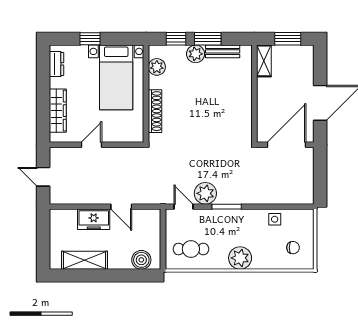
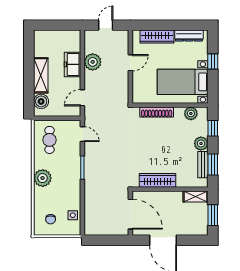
window: (208, 39) -> (213, 165), moved
dresser: (56, 64) -> (189, 35), width x1.44
wardrobe: (243, 110) -> (158, 180), added
door: (91, 145) -> (130, 63), hinge flipped
plant: (205, 193) -> (93, 62), moved
door: (121, 207) -> (82, 98), moved
door: (183, 207) -> (82, 134), hinge flipped
side table: (275, 219) -> (73, 215), moved
shelving: (85, 260) -> (41, 75), moved

